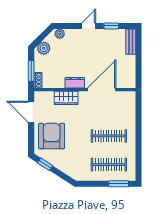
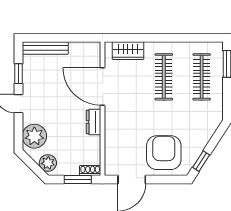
plant: (60, 34) -> (34, 136), width x1.87, depth x1.87
bench: (131, 42) -> (45, 48), width x1.36
wardrobe: (66, 98) -> (128, 51), moved, turned 90
armchair: (52, 136) -> (164, 153), turned 90

